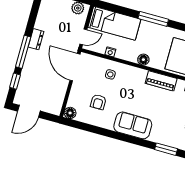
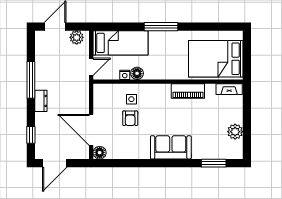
dresser: (36, 39) -> (41, 101), moved
window: (23, 52) -> (31, 80), moved
floor lamp: (143, 60) -> (137, 73), moved
door: (75, 67) -> (91, 130), moved
armchair: (98, 102) -> (130, 118), moved

